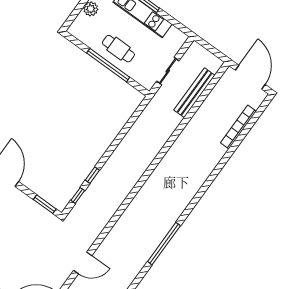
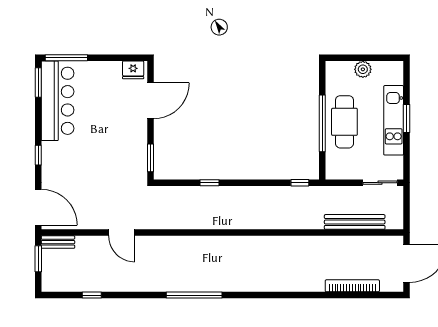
cafe table: (118, 49) -> (344, 122), width x1.37, depth x1.35
sliding door: (168, 71) -> (380, 183), moved
window: (78, 195) -> (300, 183), moved

